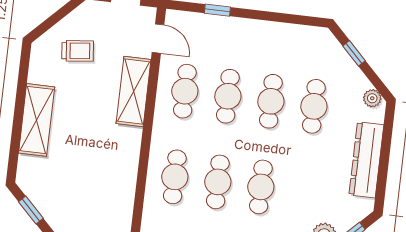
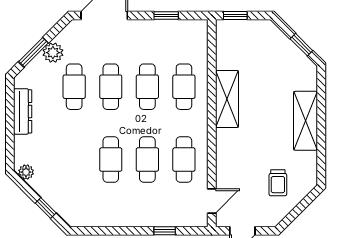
door: (158, 39) -> (212, 201), swing flipped
trolley: (78, 51) -> (278, 183), turned -84
shelving: (134, 92) -> (227, 99), moved
cafe table: (314, 106) -> (74, 87), moved
dresser: (366, 160) -> (23, 111), width x0.73, depth x0.80

